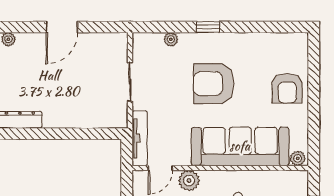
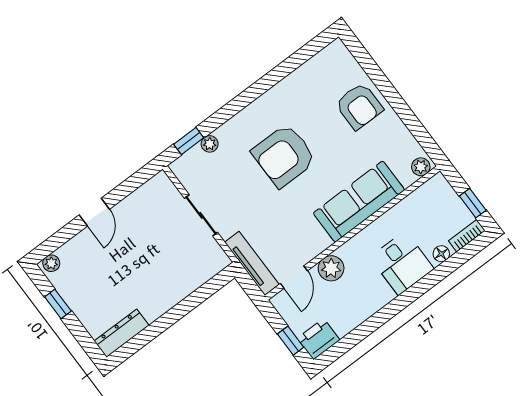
door: (62, 27) -> (94, 212), width x0.73
window: (208, 27) -> (189, 141), moved
sofa: (240, 146) -> (359, 201), width x0.74, depth x0.79

